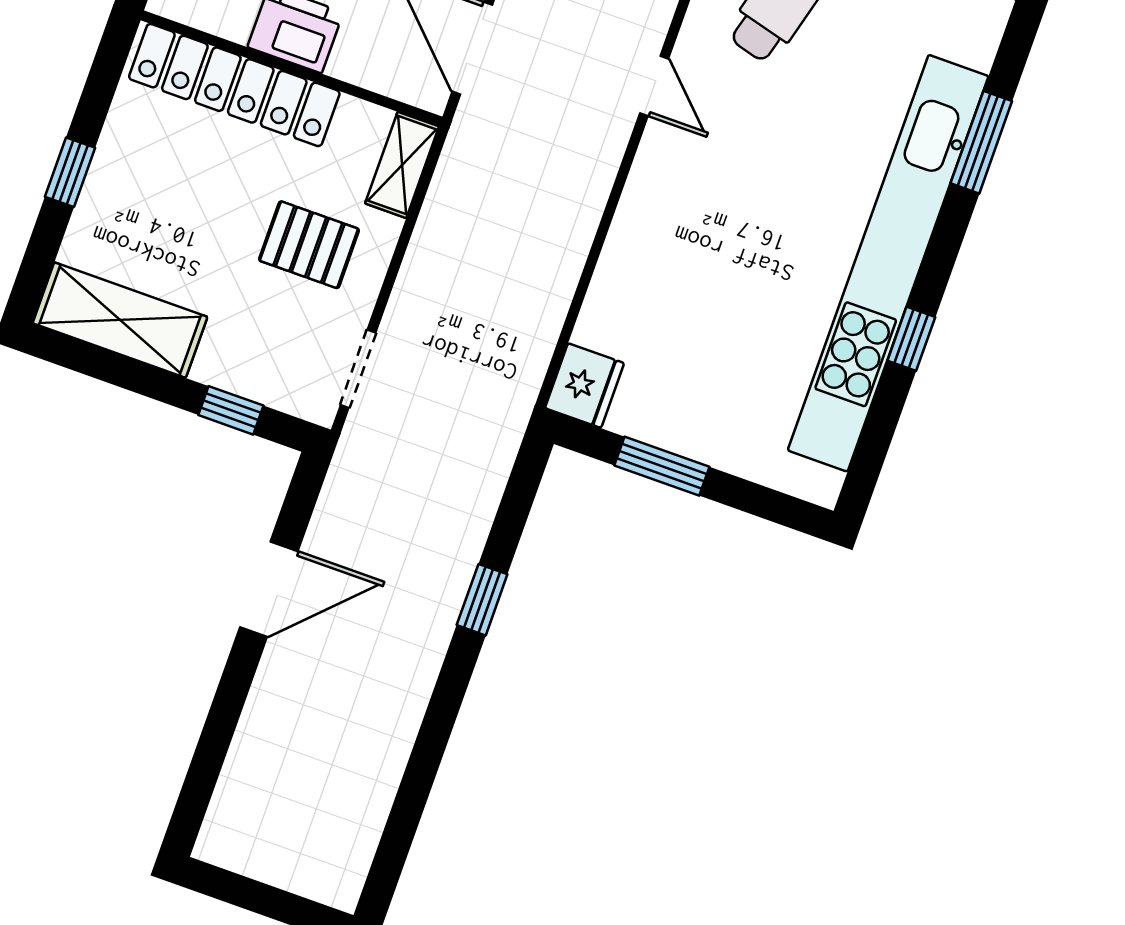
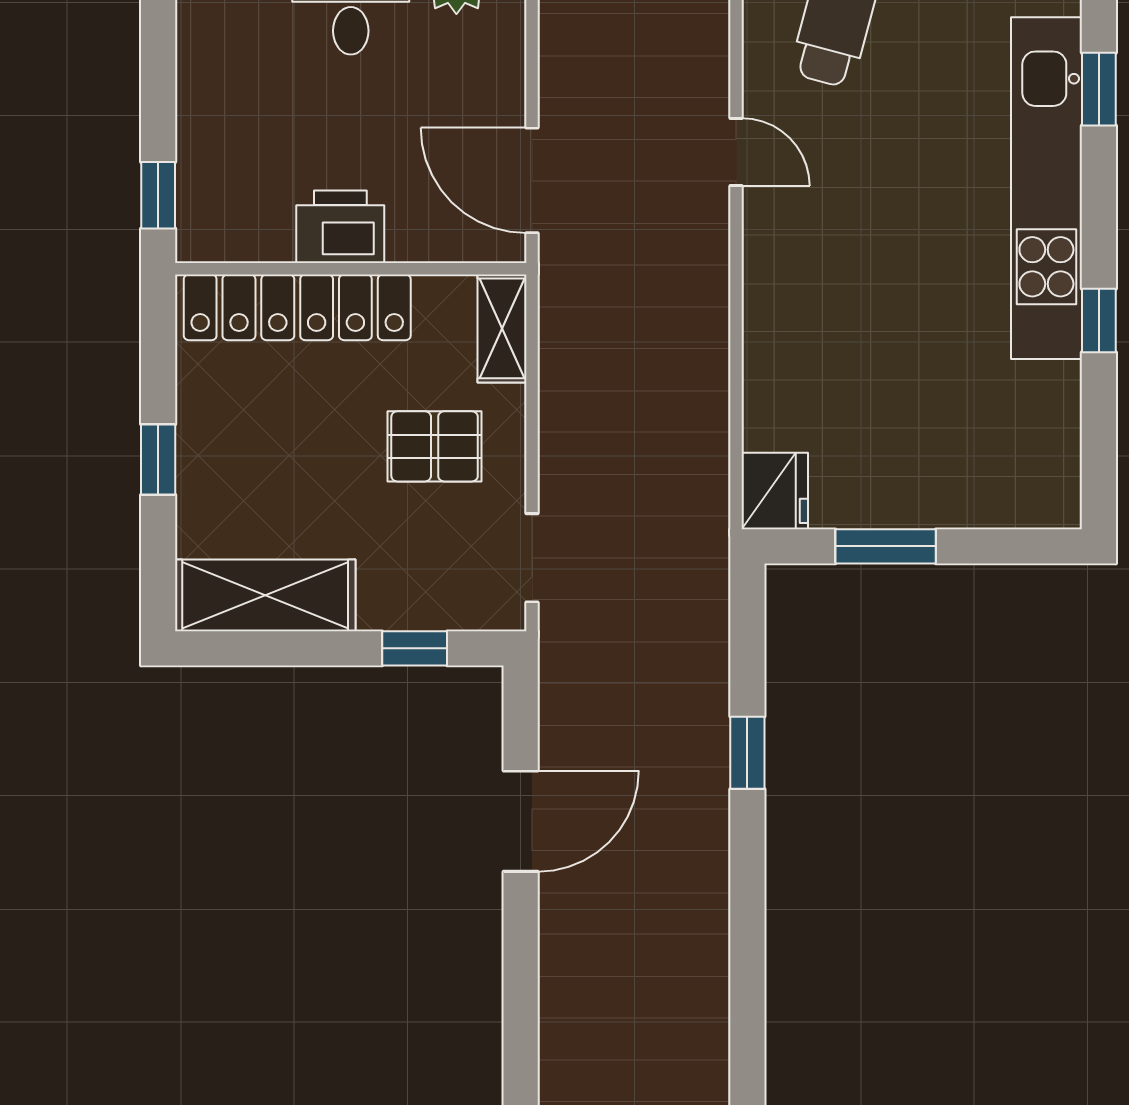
window: (981, 142) -> (1099, 89), width x0.67
kitchen unit: (888, 263) -> (1046, 188), width x0.73

